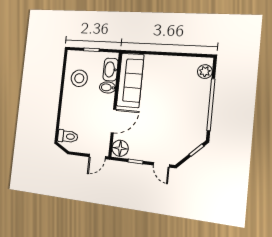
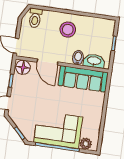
stool: (79, 78) -> (68, 30), moved
corner sofa: (190, 105) -> (58, 130), added

